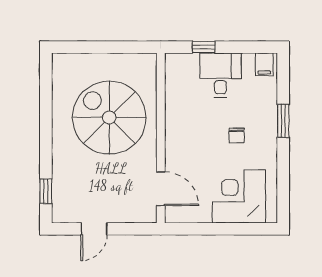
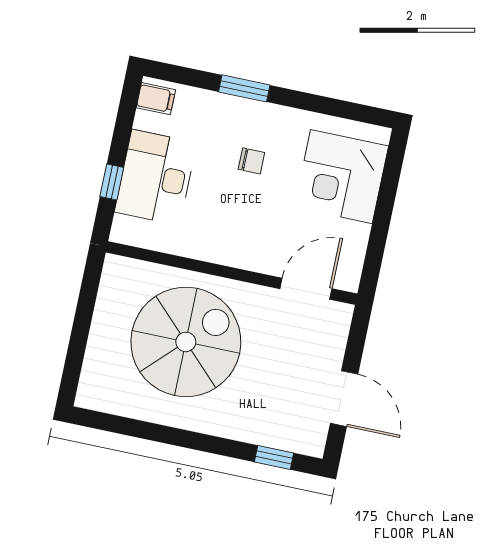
desk: (220, 75) -> (156, 177), width x1.37
spiral stairs: (109, 118) -> (186, 342), turned 180
door: (94, 229) -> (344, 399), width x1.38

